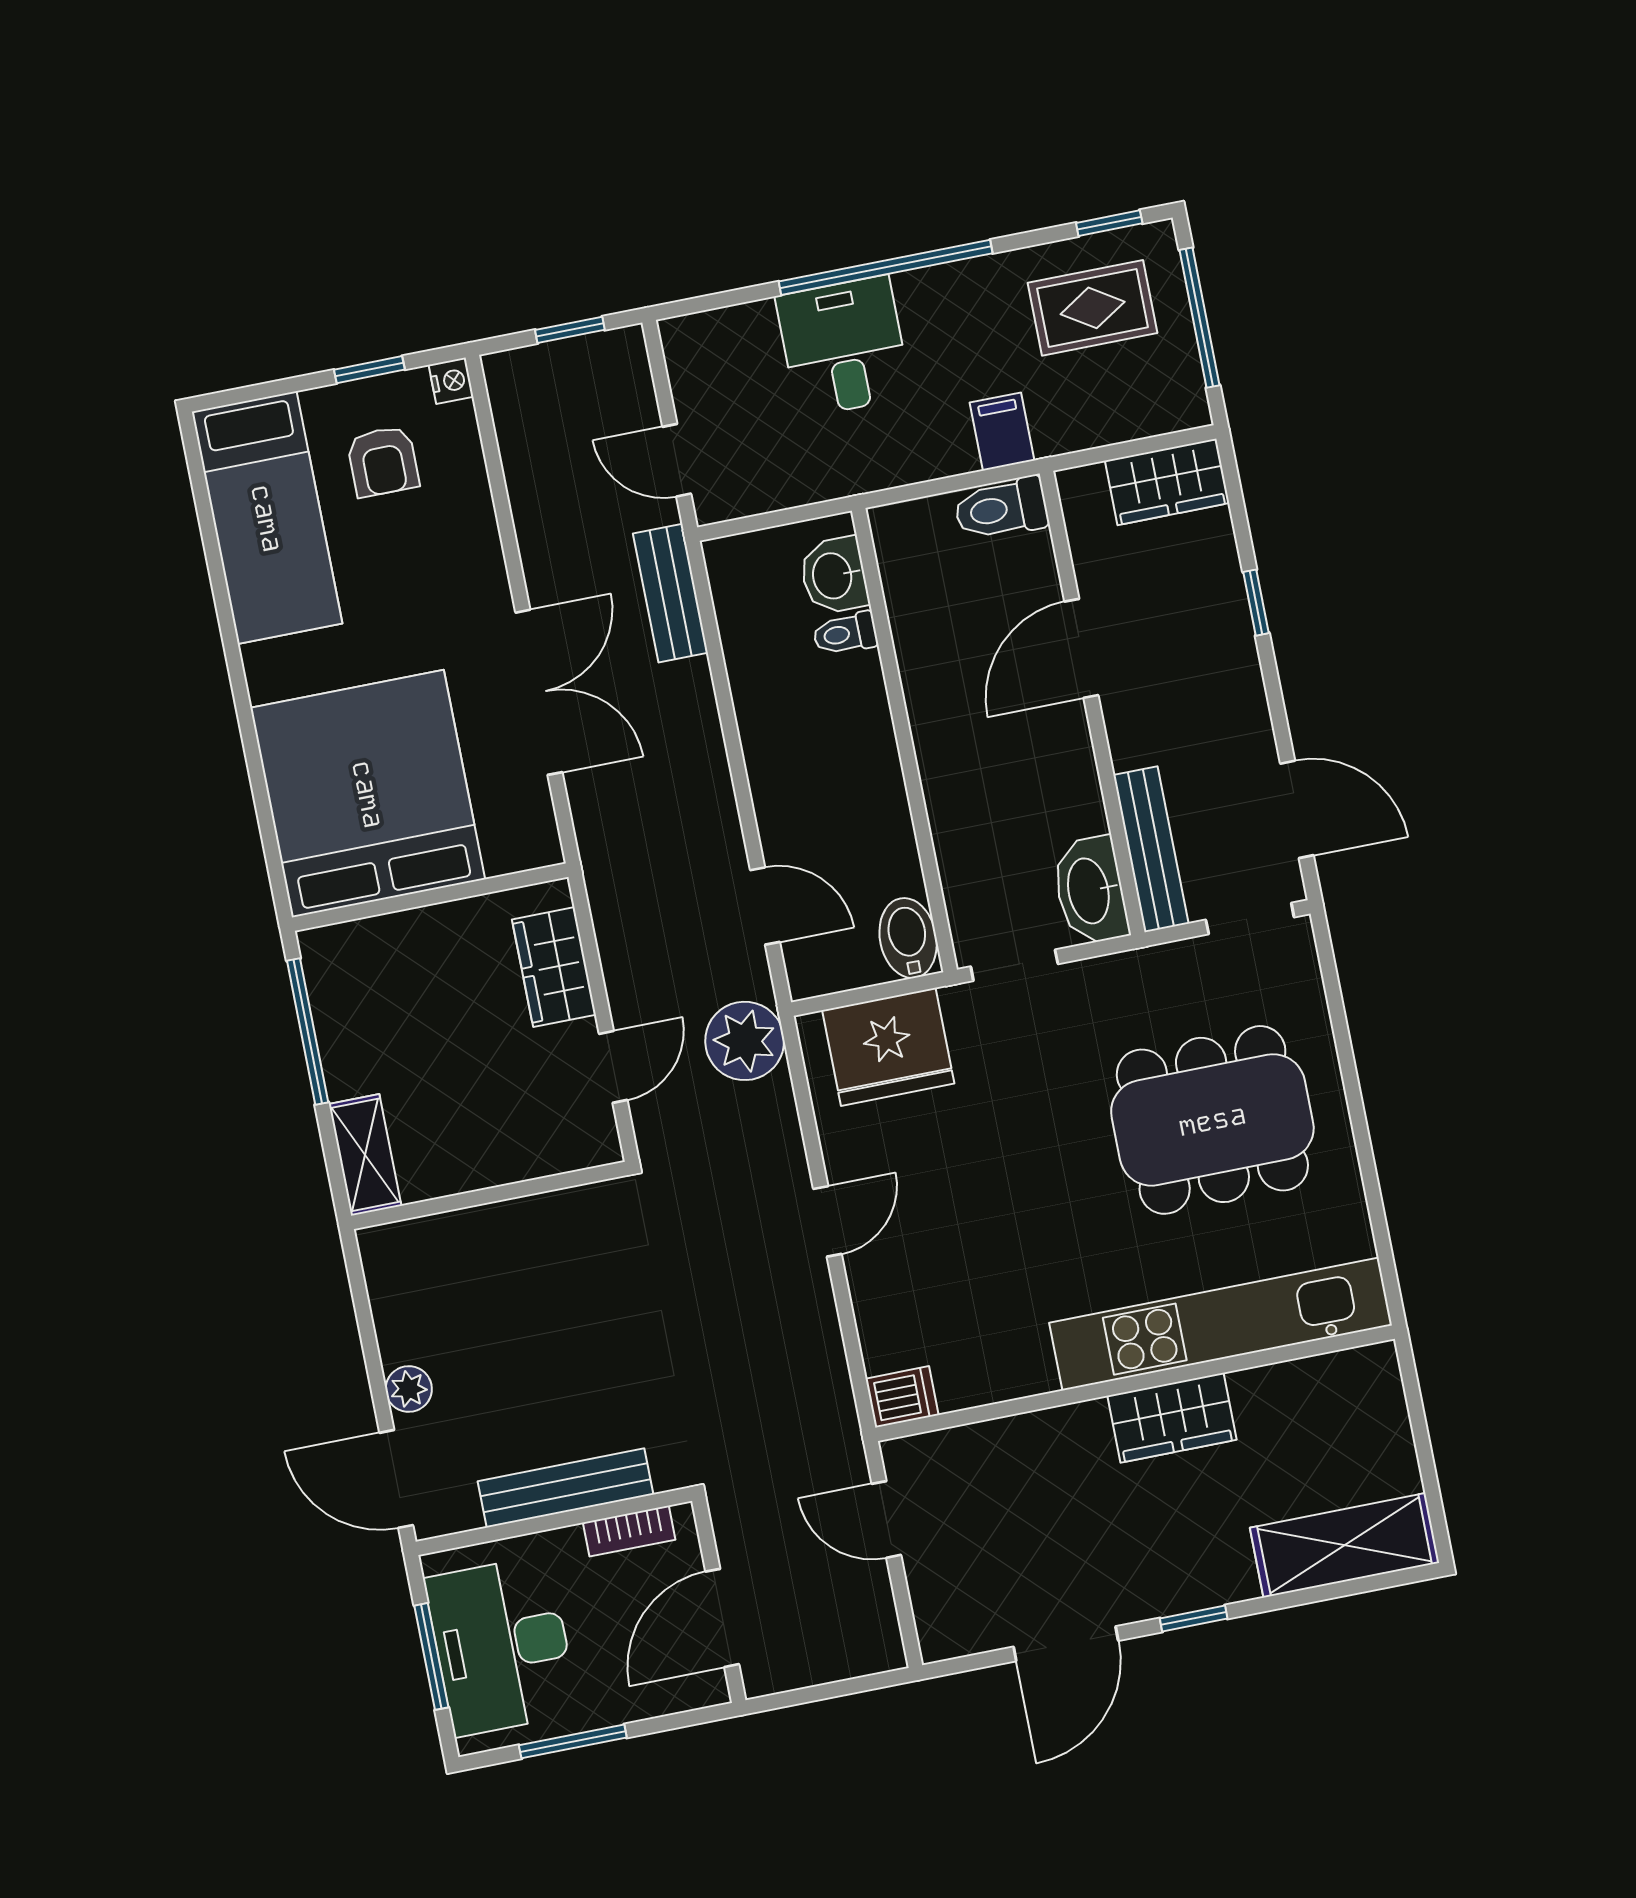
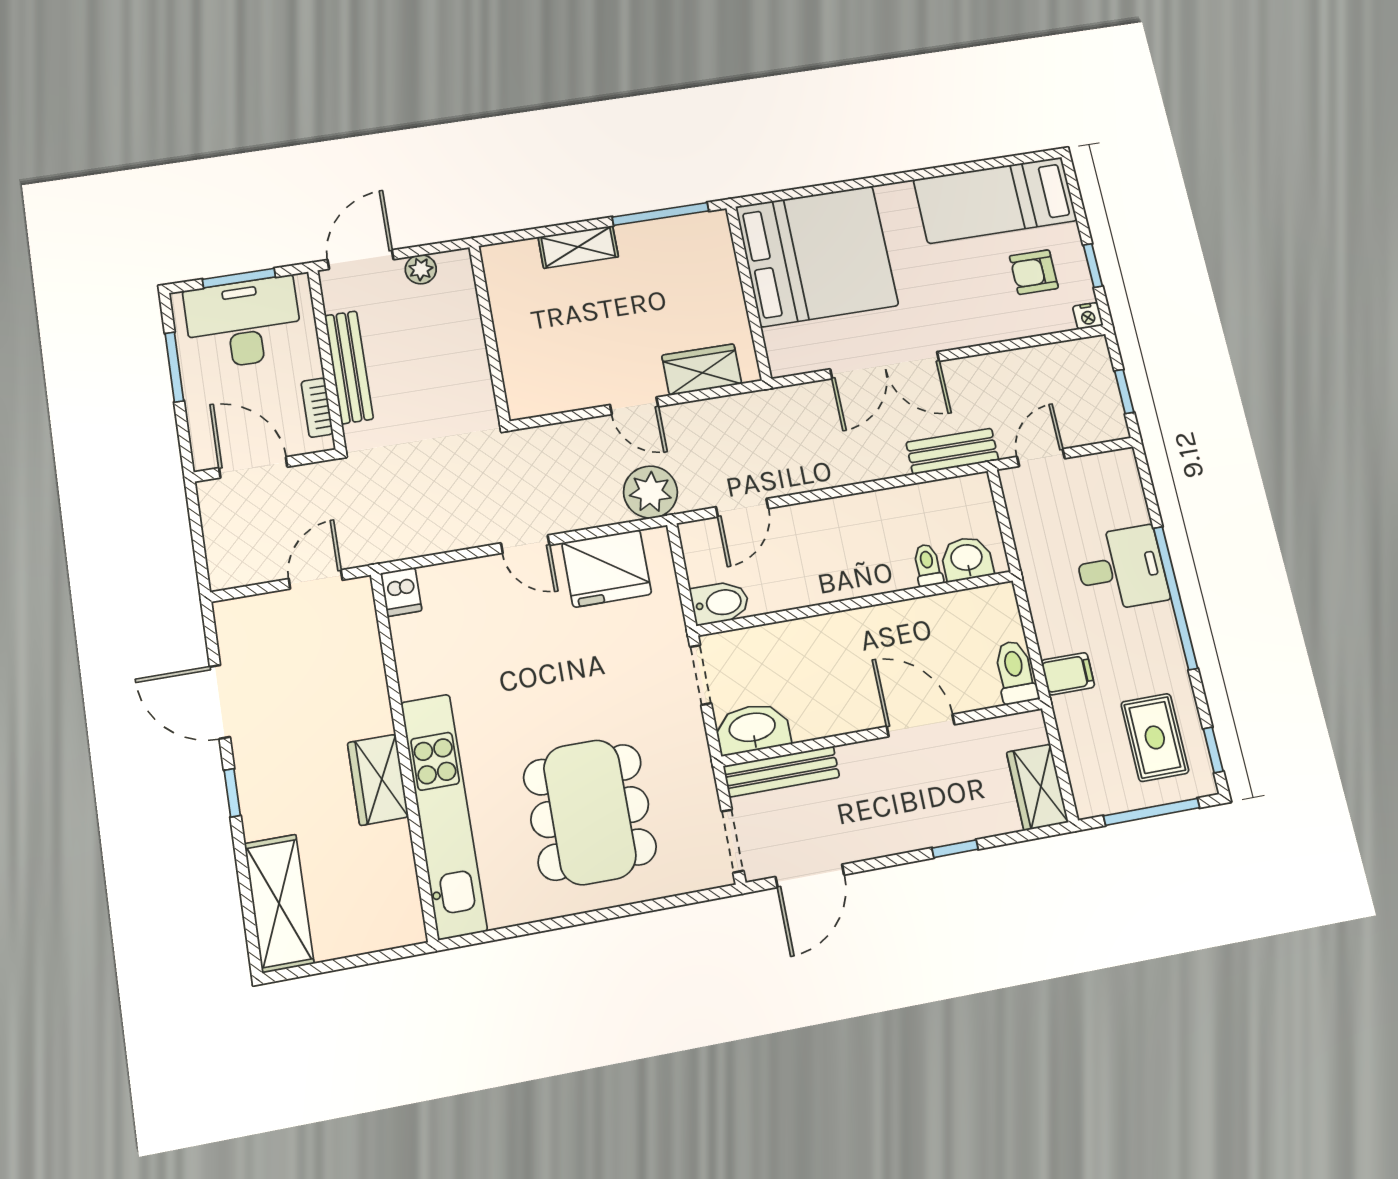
fridge: (888, 1047) -> (607, 568), moved, turned -90
wall: (489, 1195) -> (489, 333), moved

